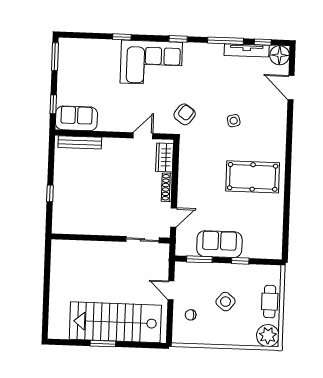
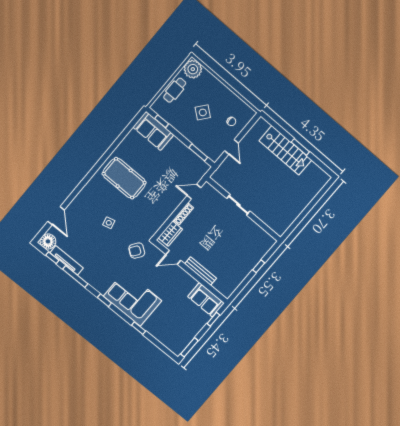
bench: (80, 142) -> (201, 271), moved
sliding door: (142, 240) -> (238, 205), moved
sofa: (219, 244) -> (153, 131), moved
window: (240, 261) -> (162, 121), moved
stairs: (115, 322) -> (285, 150), width x0.73, depth x0.66

